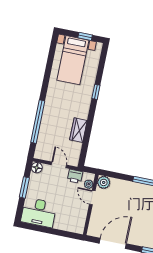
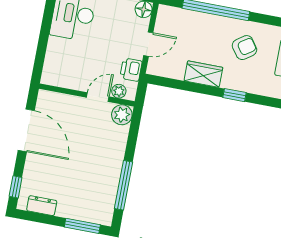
window: (96, 92) -> (234, 95), moved
armchair: (62, 104) -> (244, 48), added

